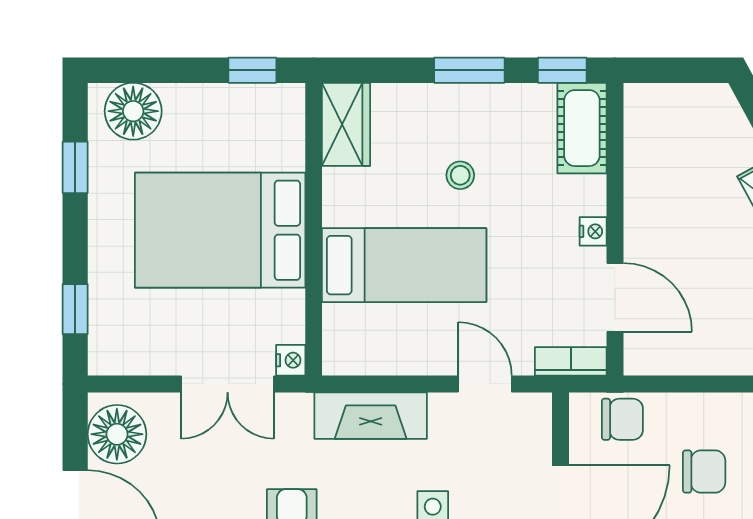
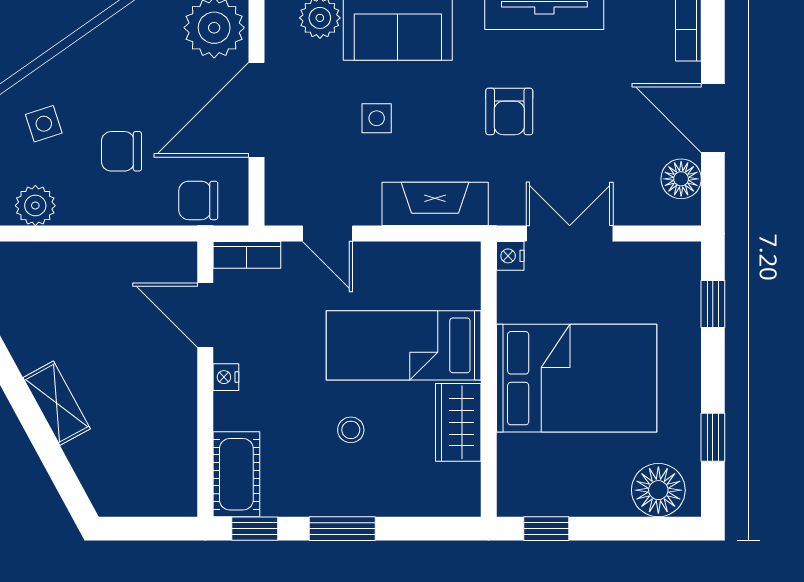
wardrobe: (346, 124) -> (458, 422), moved
floor lamp: (117, 434) -> (681, 179), width x0.73, depth x0.73

